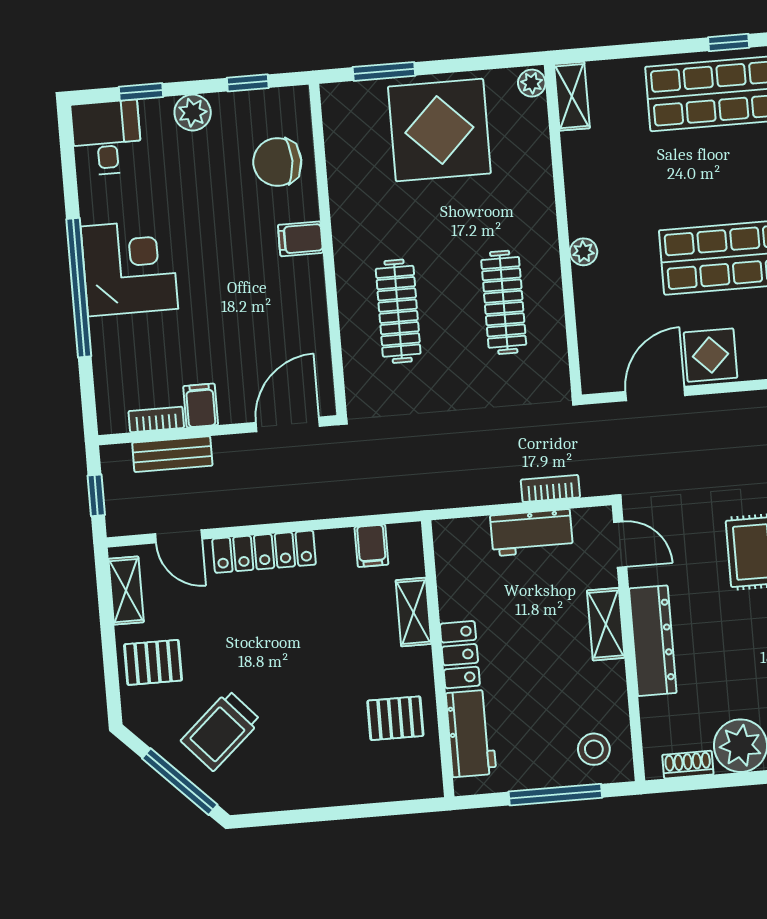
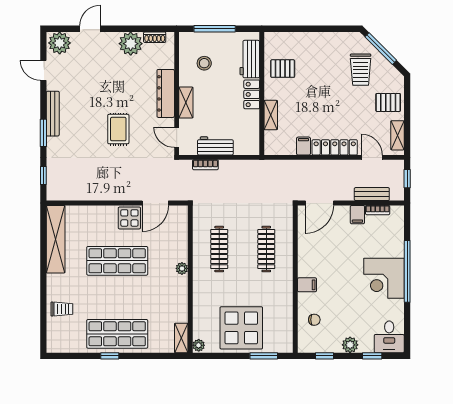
chair: (277, 162) -> (314, 320), width x0.54, depth x0.54
filing cabinet: (371, 546) -> (303, 146), moved
trolley: (221, 731) -> (361, 70), turned 132
stool: (594, 749) -> (204, 63), moved

